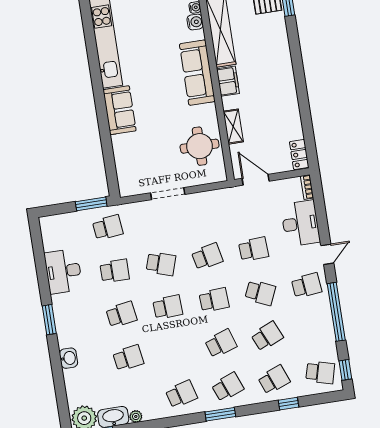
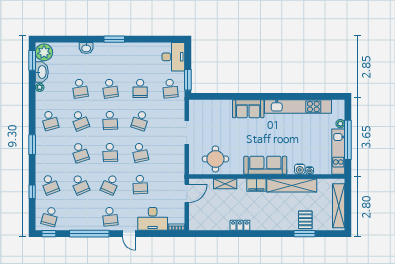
locker: (299, 155) -> (240, 225), moved
desk: (63, 271) -> (173, 57), moved, turned 90
school desk: (228, 387) -> (80, 120), moved

